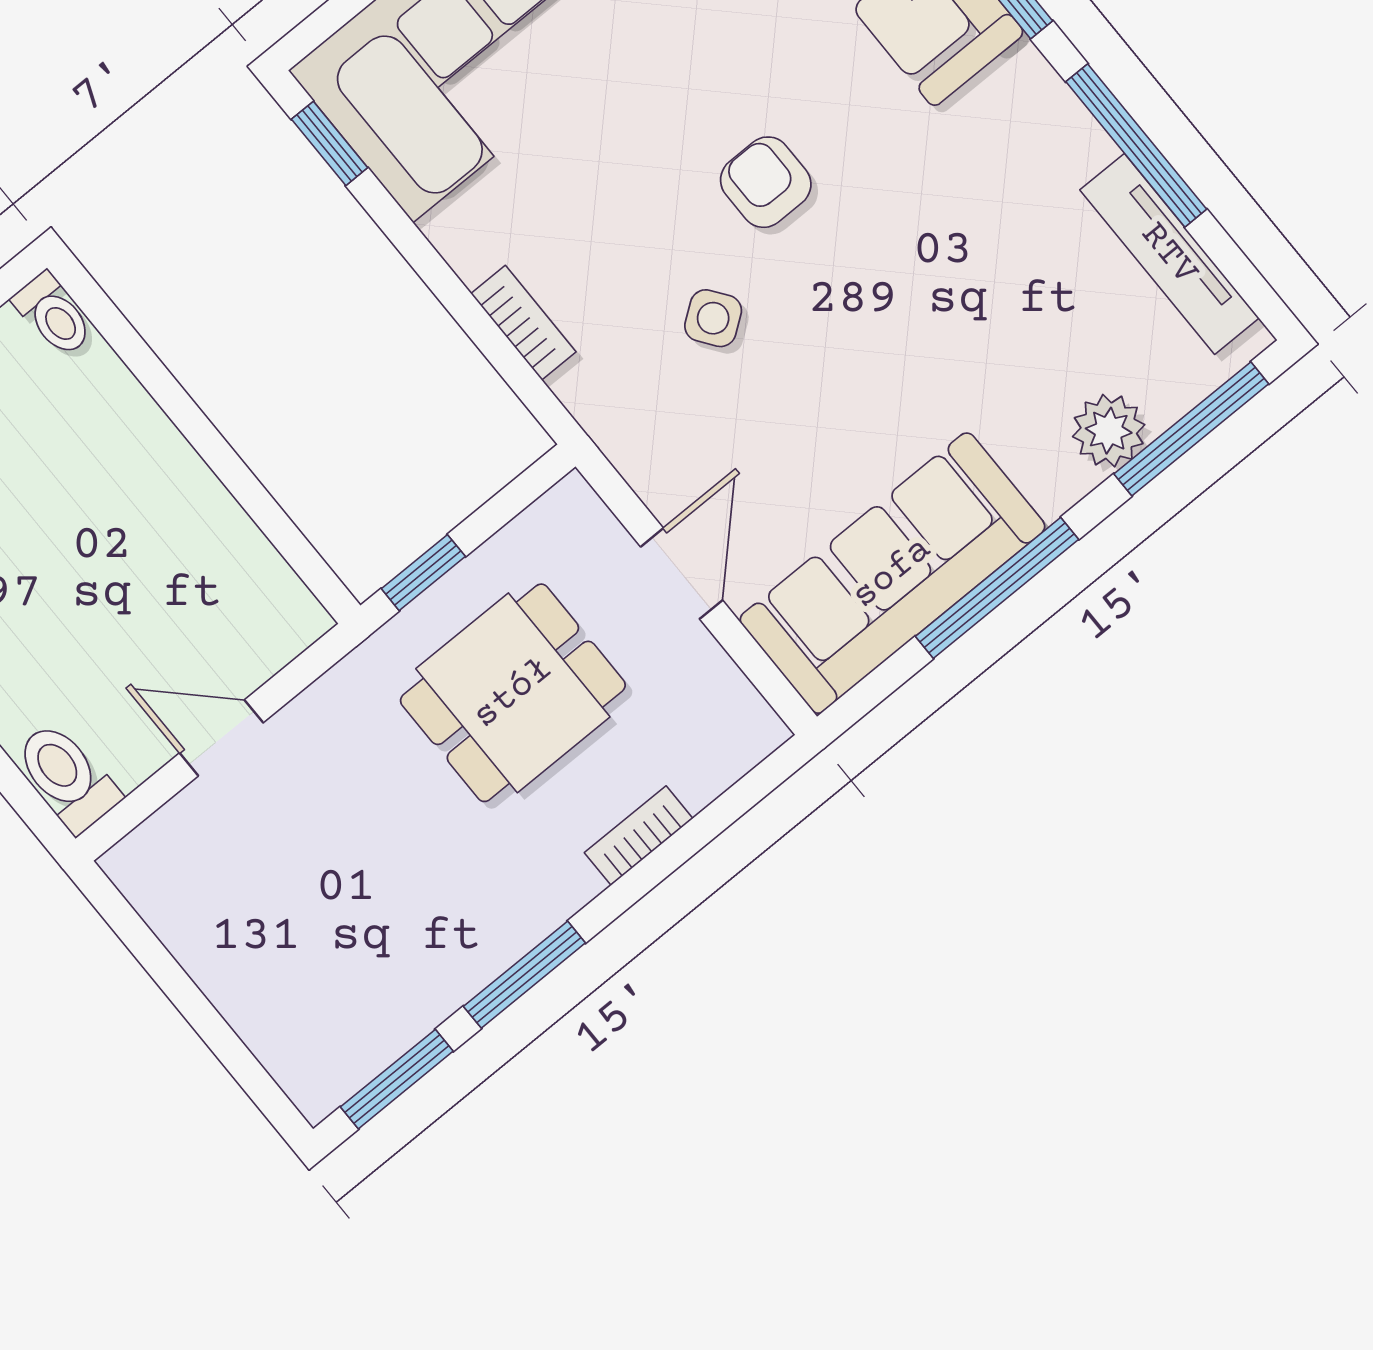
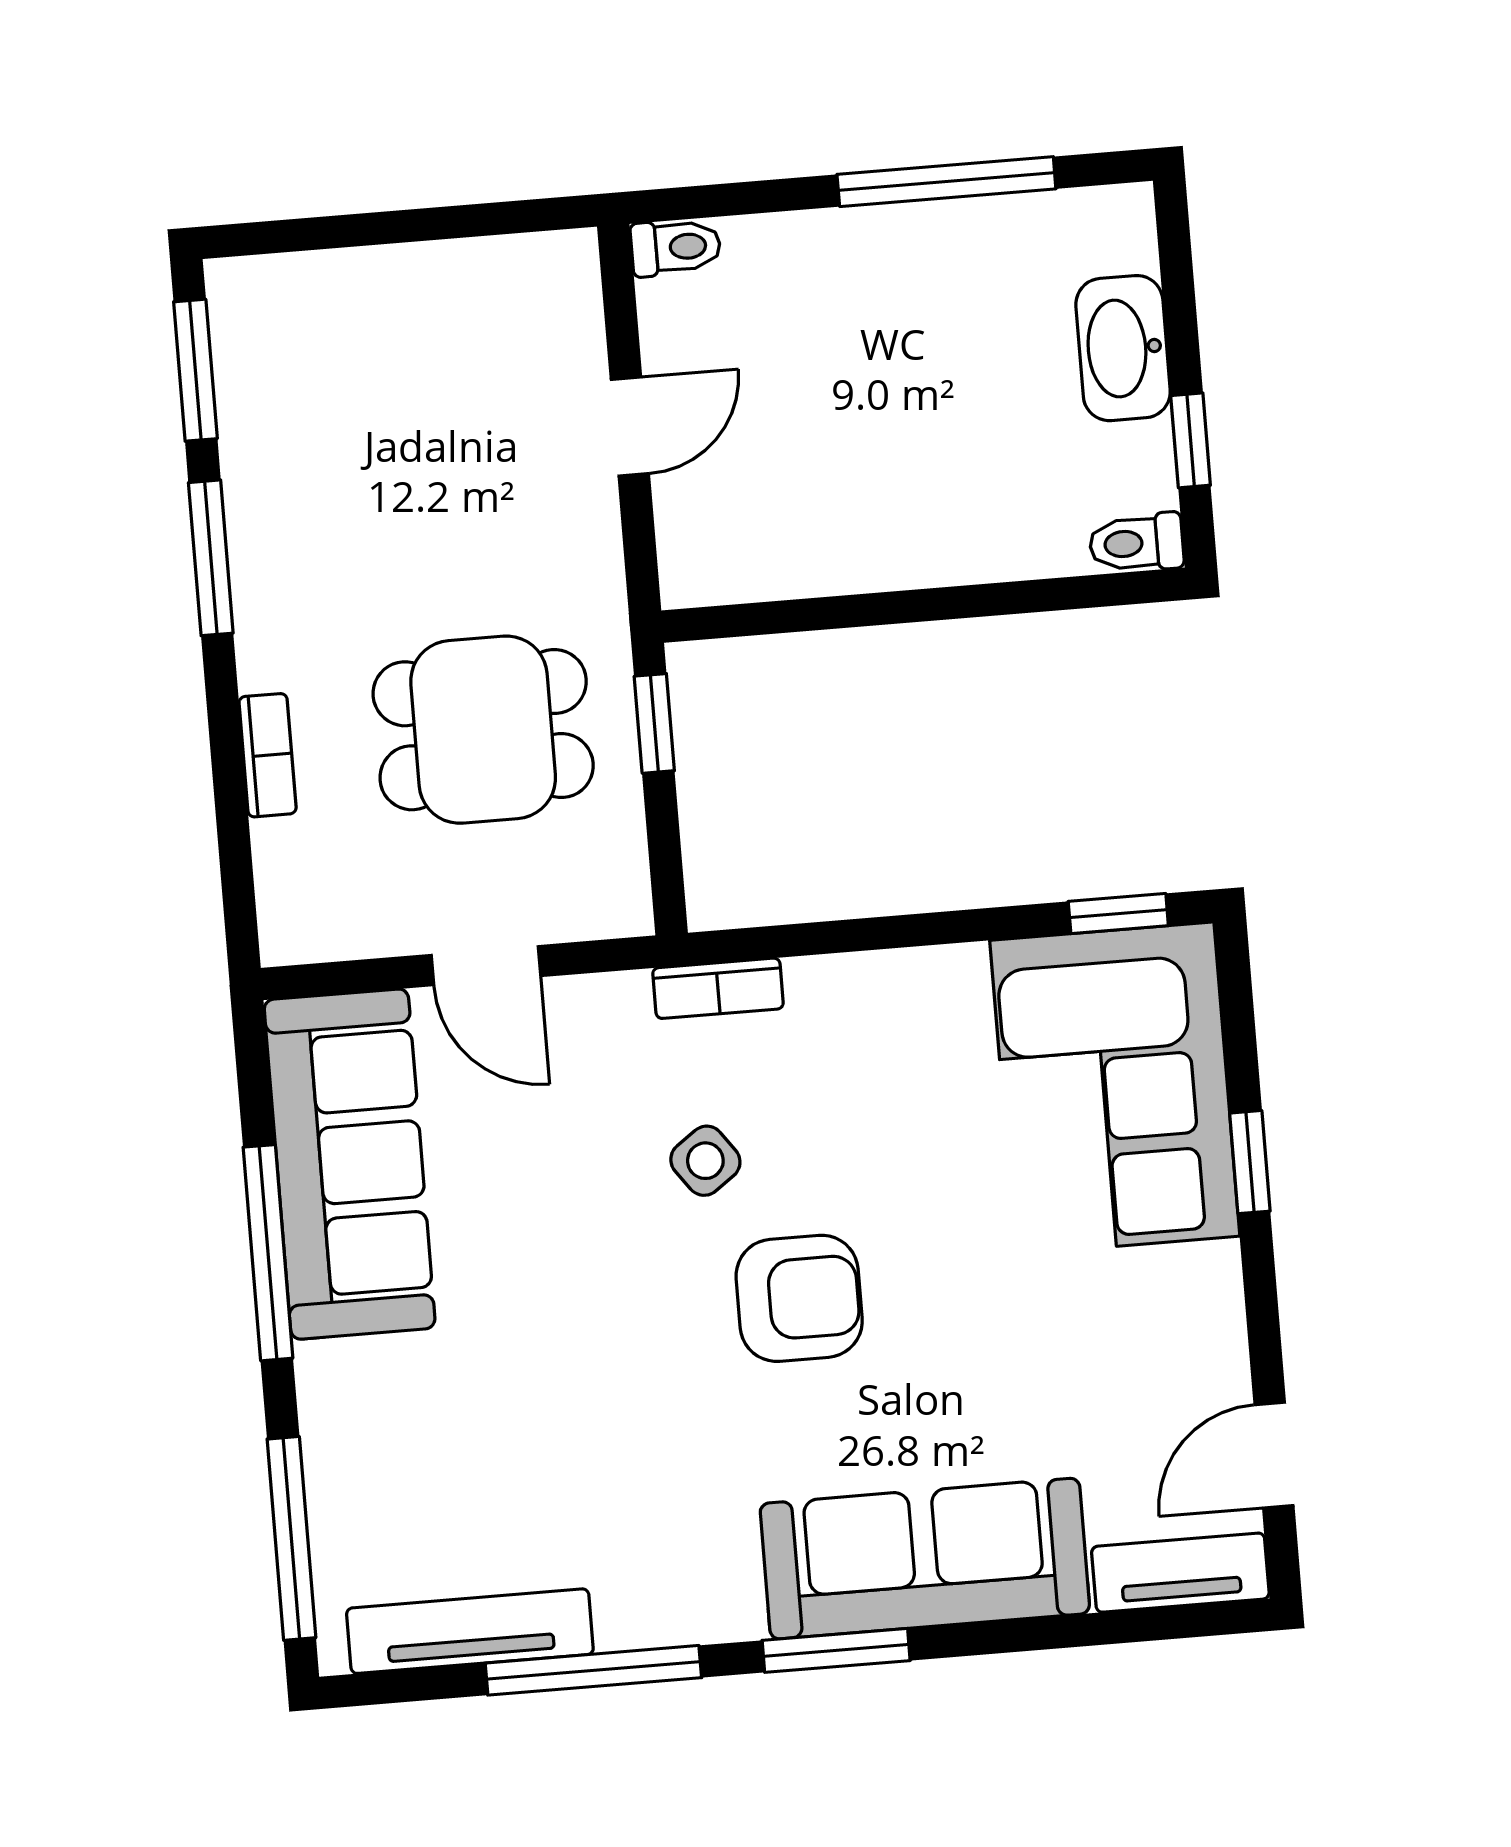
armchair: (766, 182) -> (799, 1298), width x1.38, depth x1.38
bookcase: (523, 323) -> (718, 988), moved
plant: (1109, 431) -> (343, 1460), removed
dining table: (513, 693) -> (483, 730), turned 90
toilet: (67, 777) -> (676, 247), width x0.73, depth x0.72

